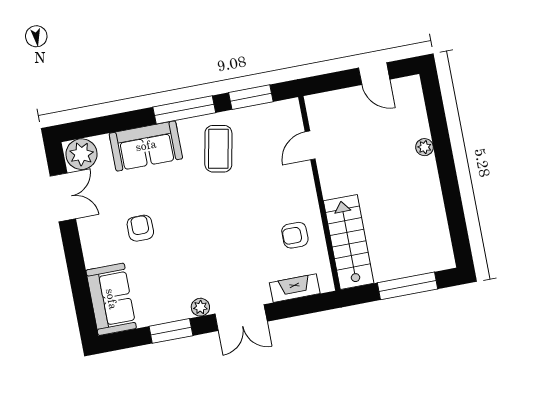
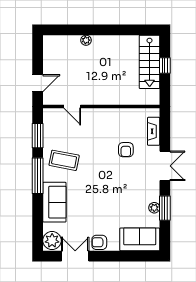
door: (374, 74) -> (38, 83), moved
armchair: (140, 228) -> (99, 242), moved
armchair: (295, 235) -> (126, 150), moved
stairs: (349, 242) -> (150, 62), moved, turned -90
window: (408, 286) -> (165, 65), width x0.46
plant: (200, 307) -> (154, 208), moved

